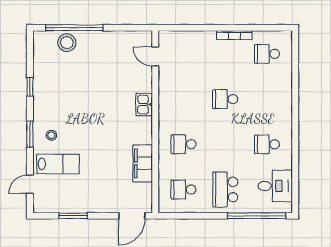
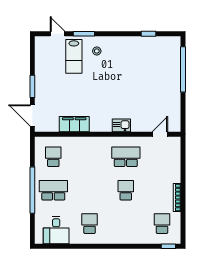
stool: (67, 43) -> (171, 63), removed
window: (295, 46) -> (168, 246), added
window: (30, 87) -> (148, 34), moved
window: (30, 134) -> (84, 34), moved
school desk: (183, 144) -> (126, 157), moved, width x1.85
window: (73, 216) -> (32, 86), moved
window: (257, 216) -> (32, 190), moved

